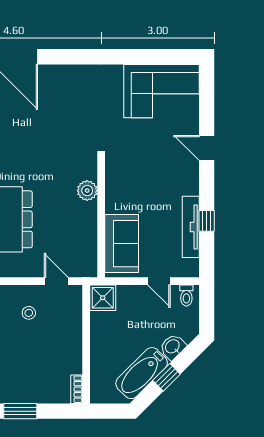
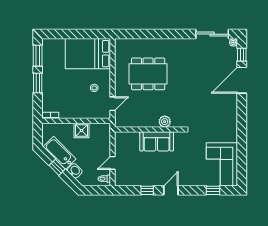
window: (207, 107) -> (213, 190), added
door: (207, 148) -> (171, 190), moved
tv unit: (191, 227) -> (144, 181), removed
sofa: (122, 244) -> (157, 141), moved
shower: (103, 298) -> (82, 130), moved

